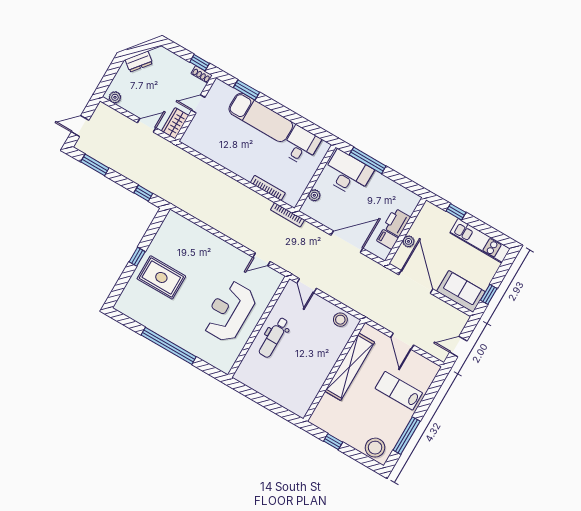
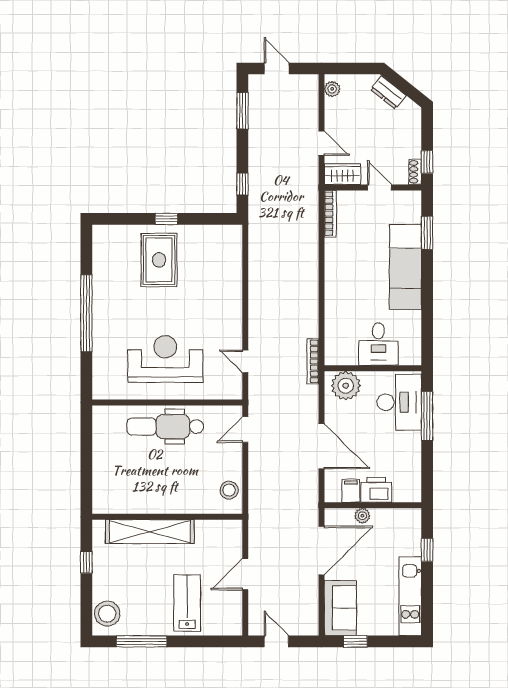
desk: (301, 145) -> (378, 344), moved, turned 90
bookcase: (268, 188) -> (330, 214), moved
plant: (314, 195) -> (346, 386), width x1.87, depth x1.87
dental chair: (274, 337) -> (165, 427), width x1.36, depth x1.38
shelving: (350, 367) -> (150, 532), moved

